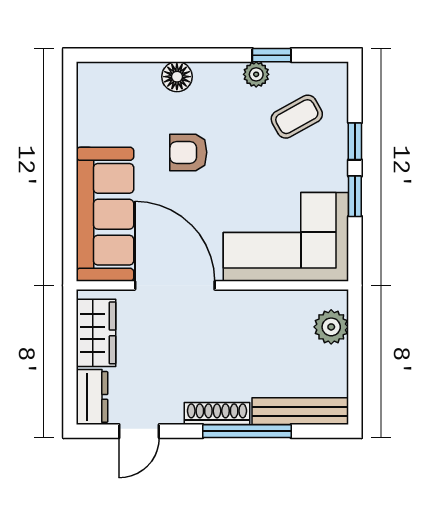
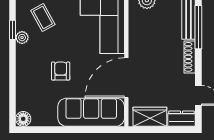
floor lamp: (177, 77) -> (23, 119), moved
armchair: (188, 152) -> (61, 71), turned 180
window: (247, 431) -> (198, 27), moved

